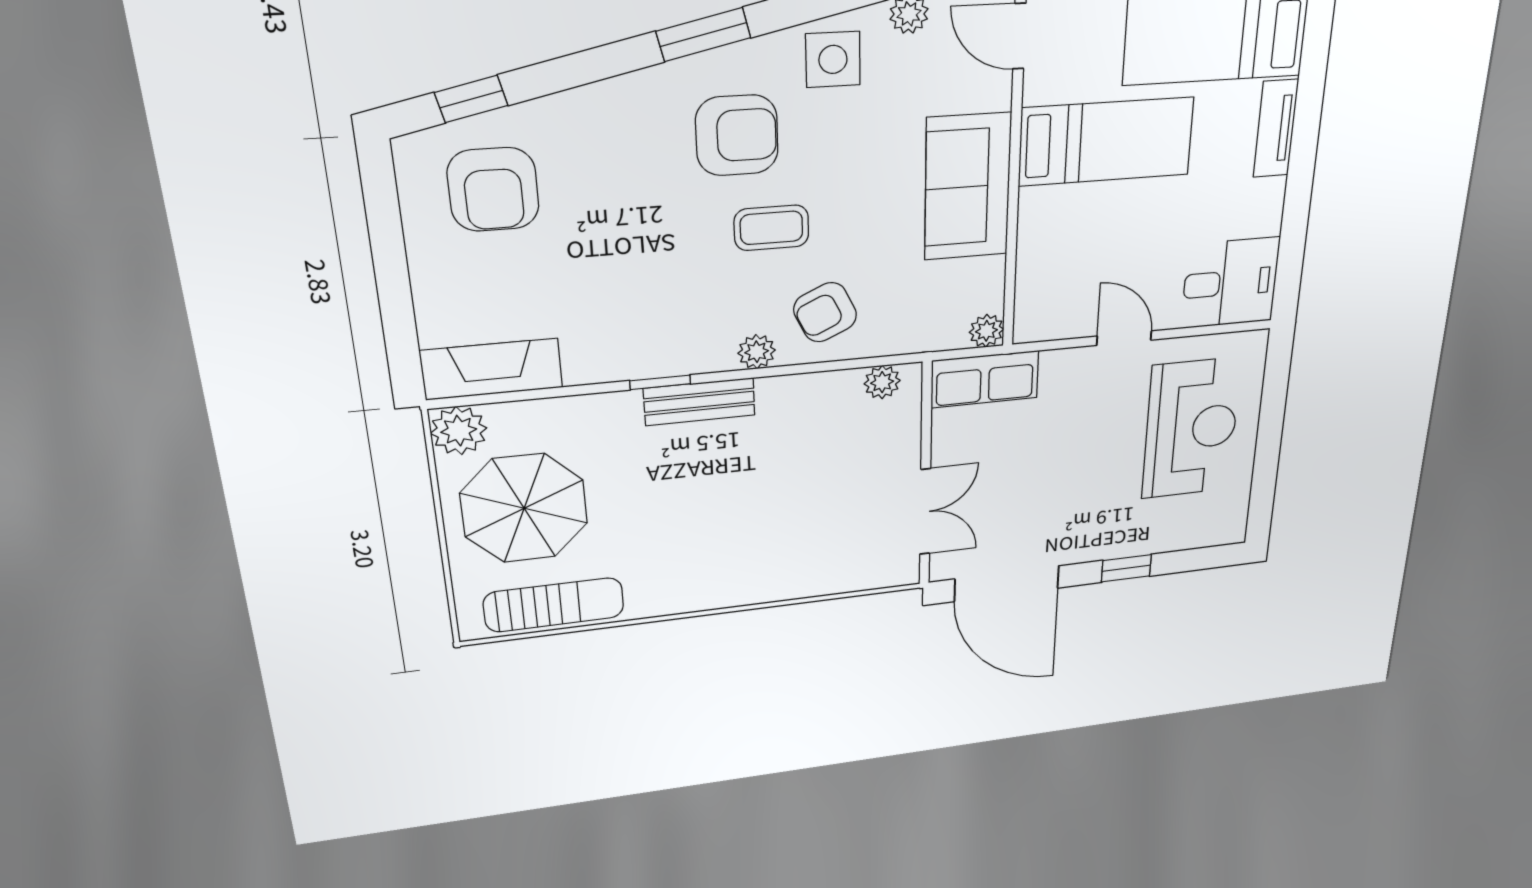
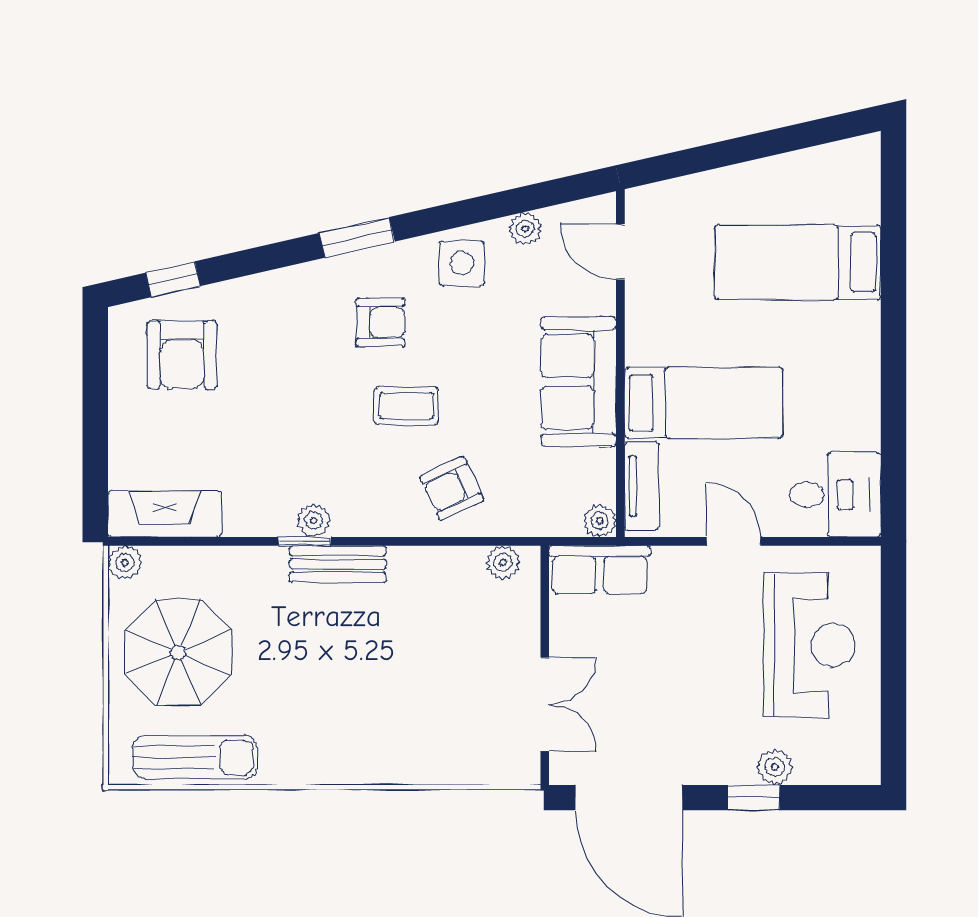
tv unit: (1276, 129) -> (642, 486), moved, turned 180
armchair: (737, 135) -> (380, 322), width x0.72, depth x0.72
bed: (1106, 142) -> (703, 403), moved
plant: (757, 352) -> (314, 520), moved
plant: (459, 431) -> (125, 563), width x0.73, depth x0.73
plant: (1148, 540) -> (775, 767), added

